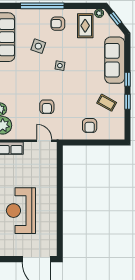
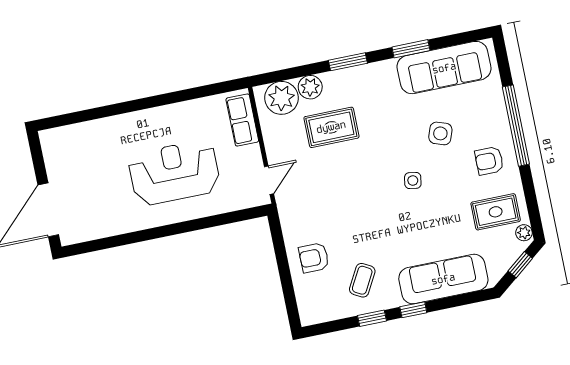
armchair: (58, 24) -> (489, 161), turned -90
rug: (23, 102) -> (331, 127), added
armchair: (47, 107) -> (332, 172), removed
reception desk: (21, 211) -> (174, 173), moved

